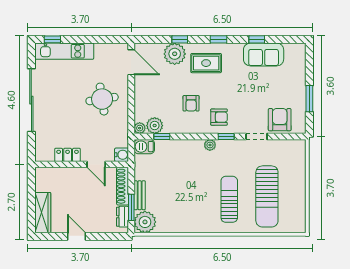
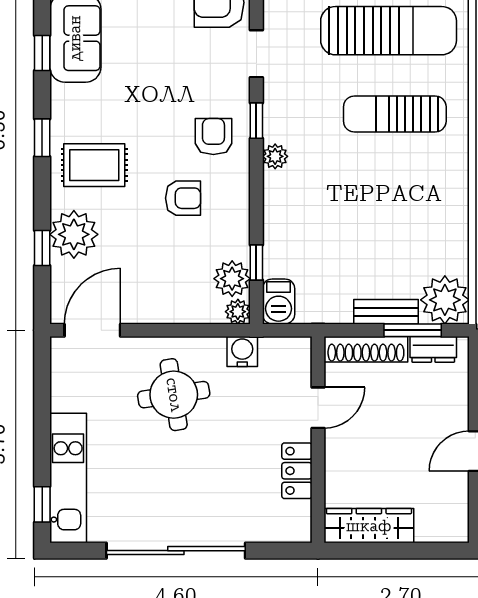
window: (180, 39) -> (42, 248), moved
rug: (206, 63) -> (94, 165), turned 90
water cooler: (122, 155) -> (242, 351), moved
wardrobe: (43, 213) -> (369, 526), moved

